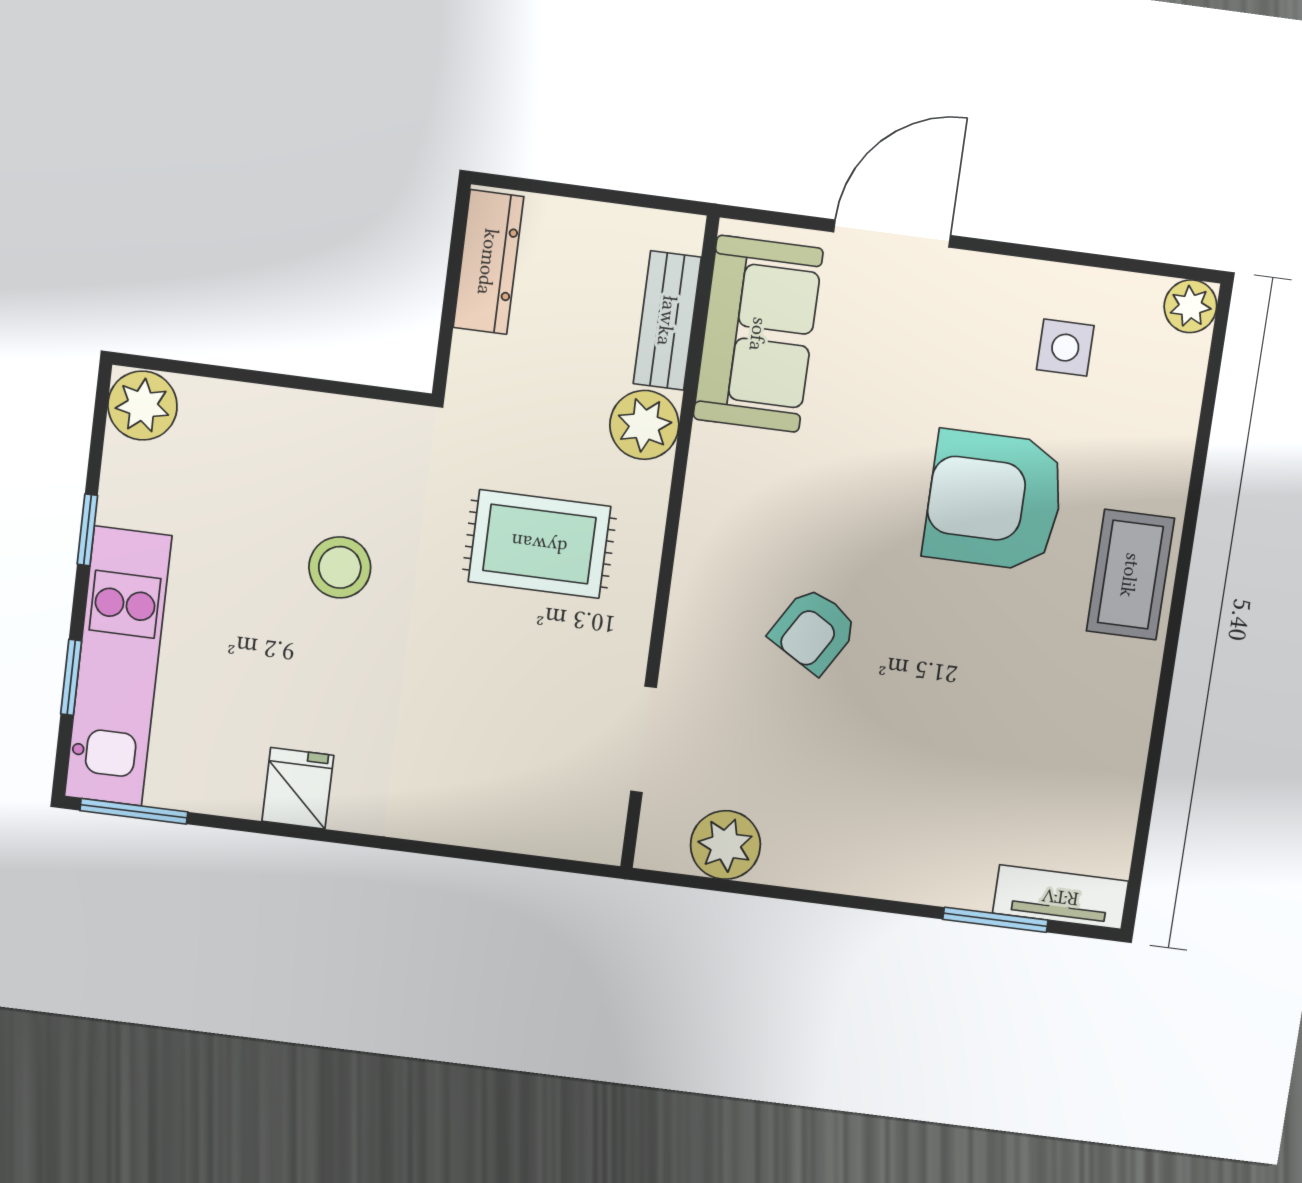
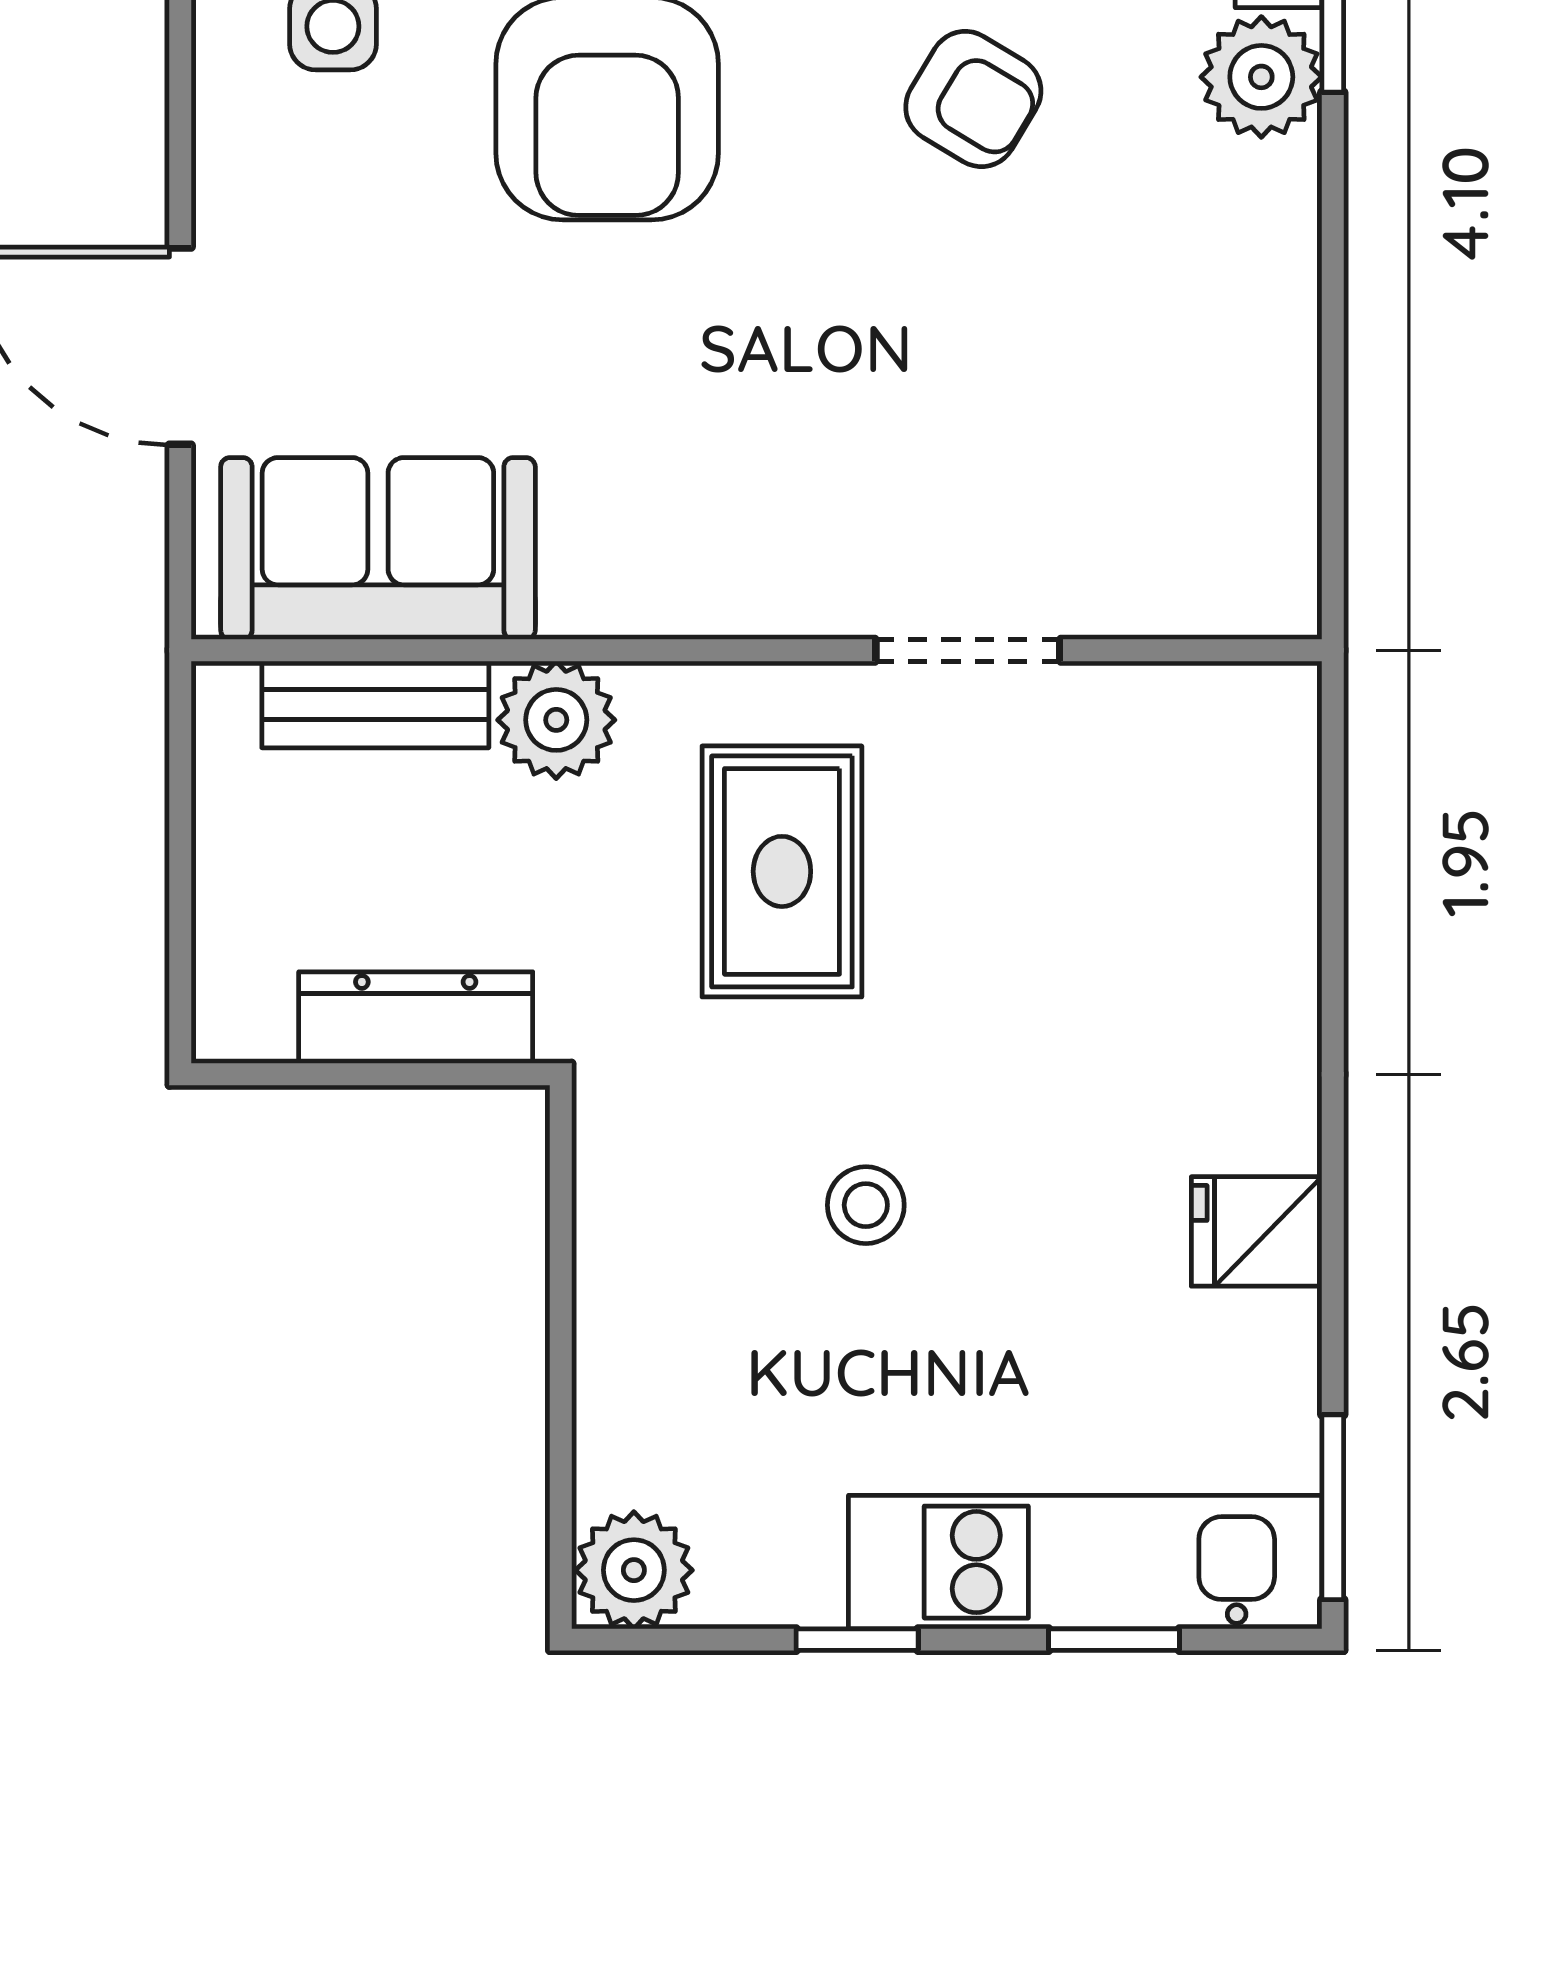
dresser: (488, 262) -> (416, 1018), moved
stool: (340, 567) -> (866, 1205), width x0.73, depth x0.73
armchair: (814, 630) -> (973, 99), moved
doorway: (644, 739) -> (968, 650), moved
plant: (725, 845) -> (1261, 77), moved

